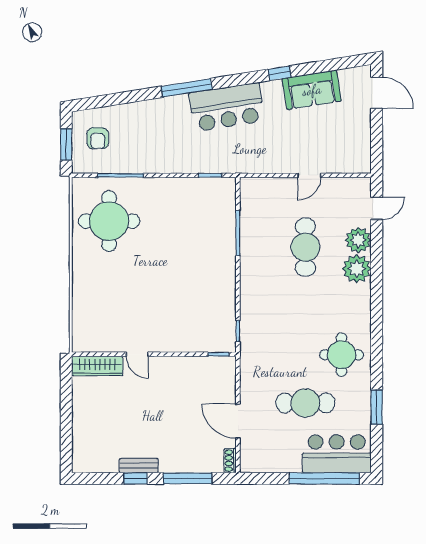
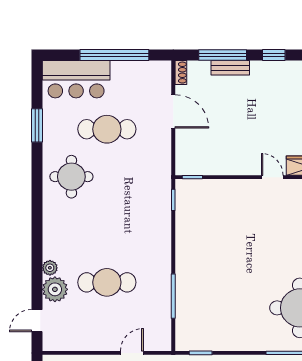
door: (309, 175) -> (132, 353), moved
cafe table: (305, 247) -> (107, 282), turned 90
plant: (357, 269) -> (50, 268), width x0.53, depth x0.53
bench: (139, 466) -> (230, 68), moved
window: (324, 478) -> (114, 55), moved

